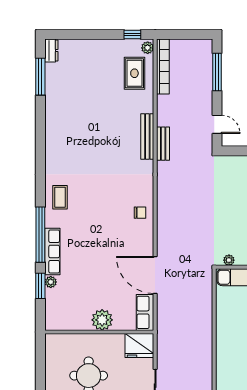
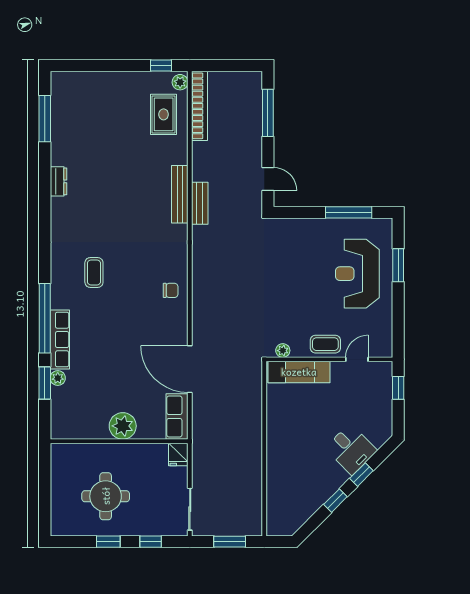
dresser: (51, 51) -> (58, 181), moved
coffee table: (60, 197) -> (94, 272), moved
fridge: (139, 346) -> (178, 455), width x0.53, depth x0.75

